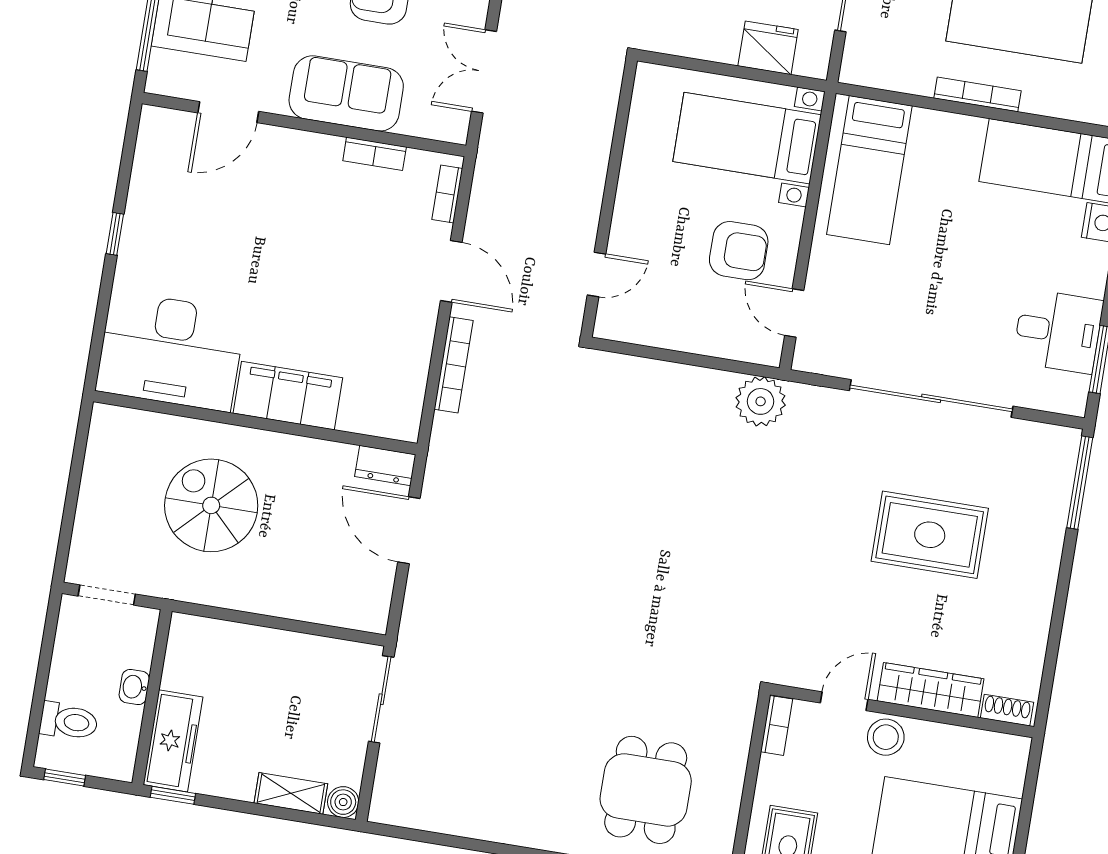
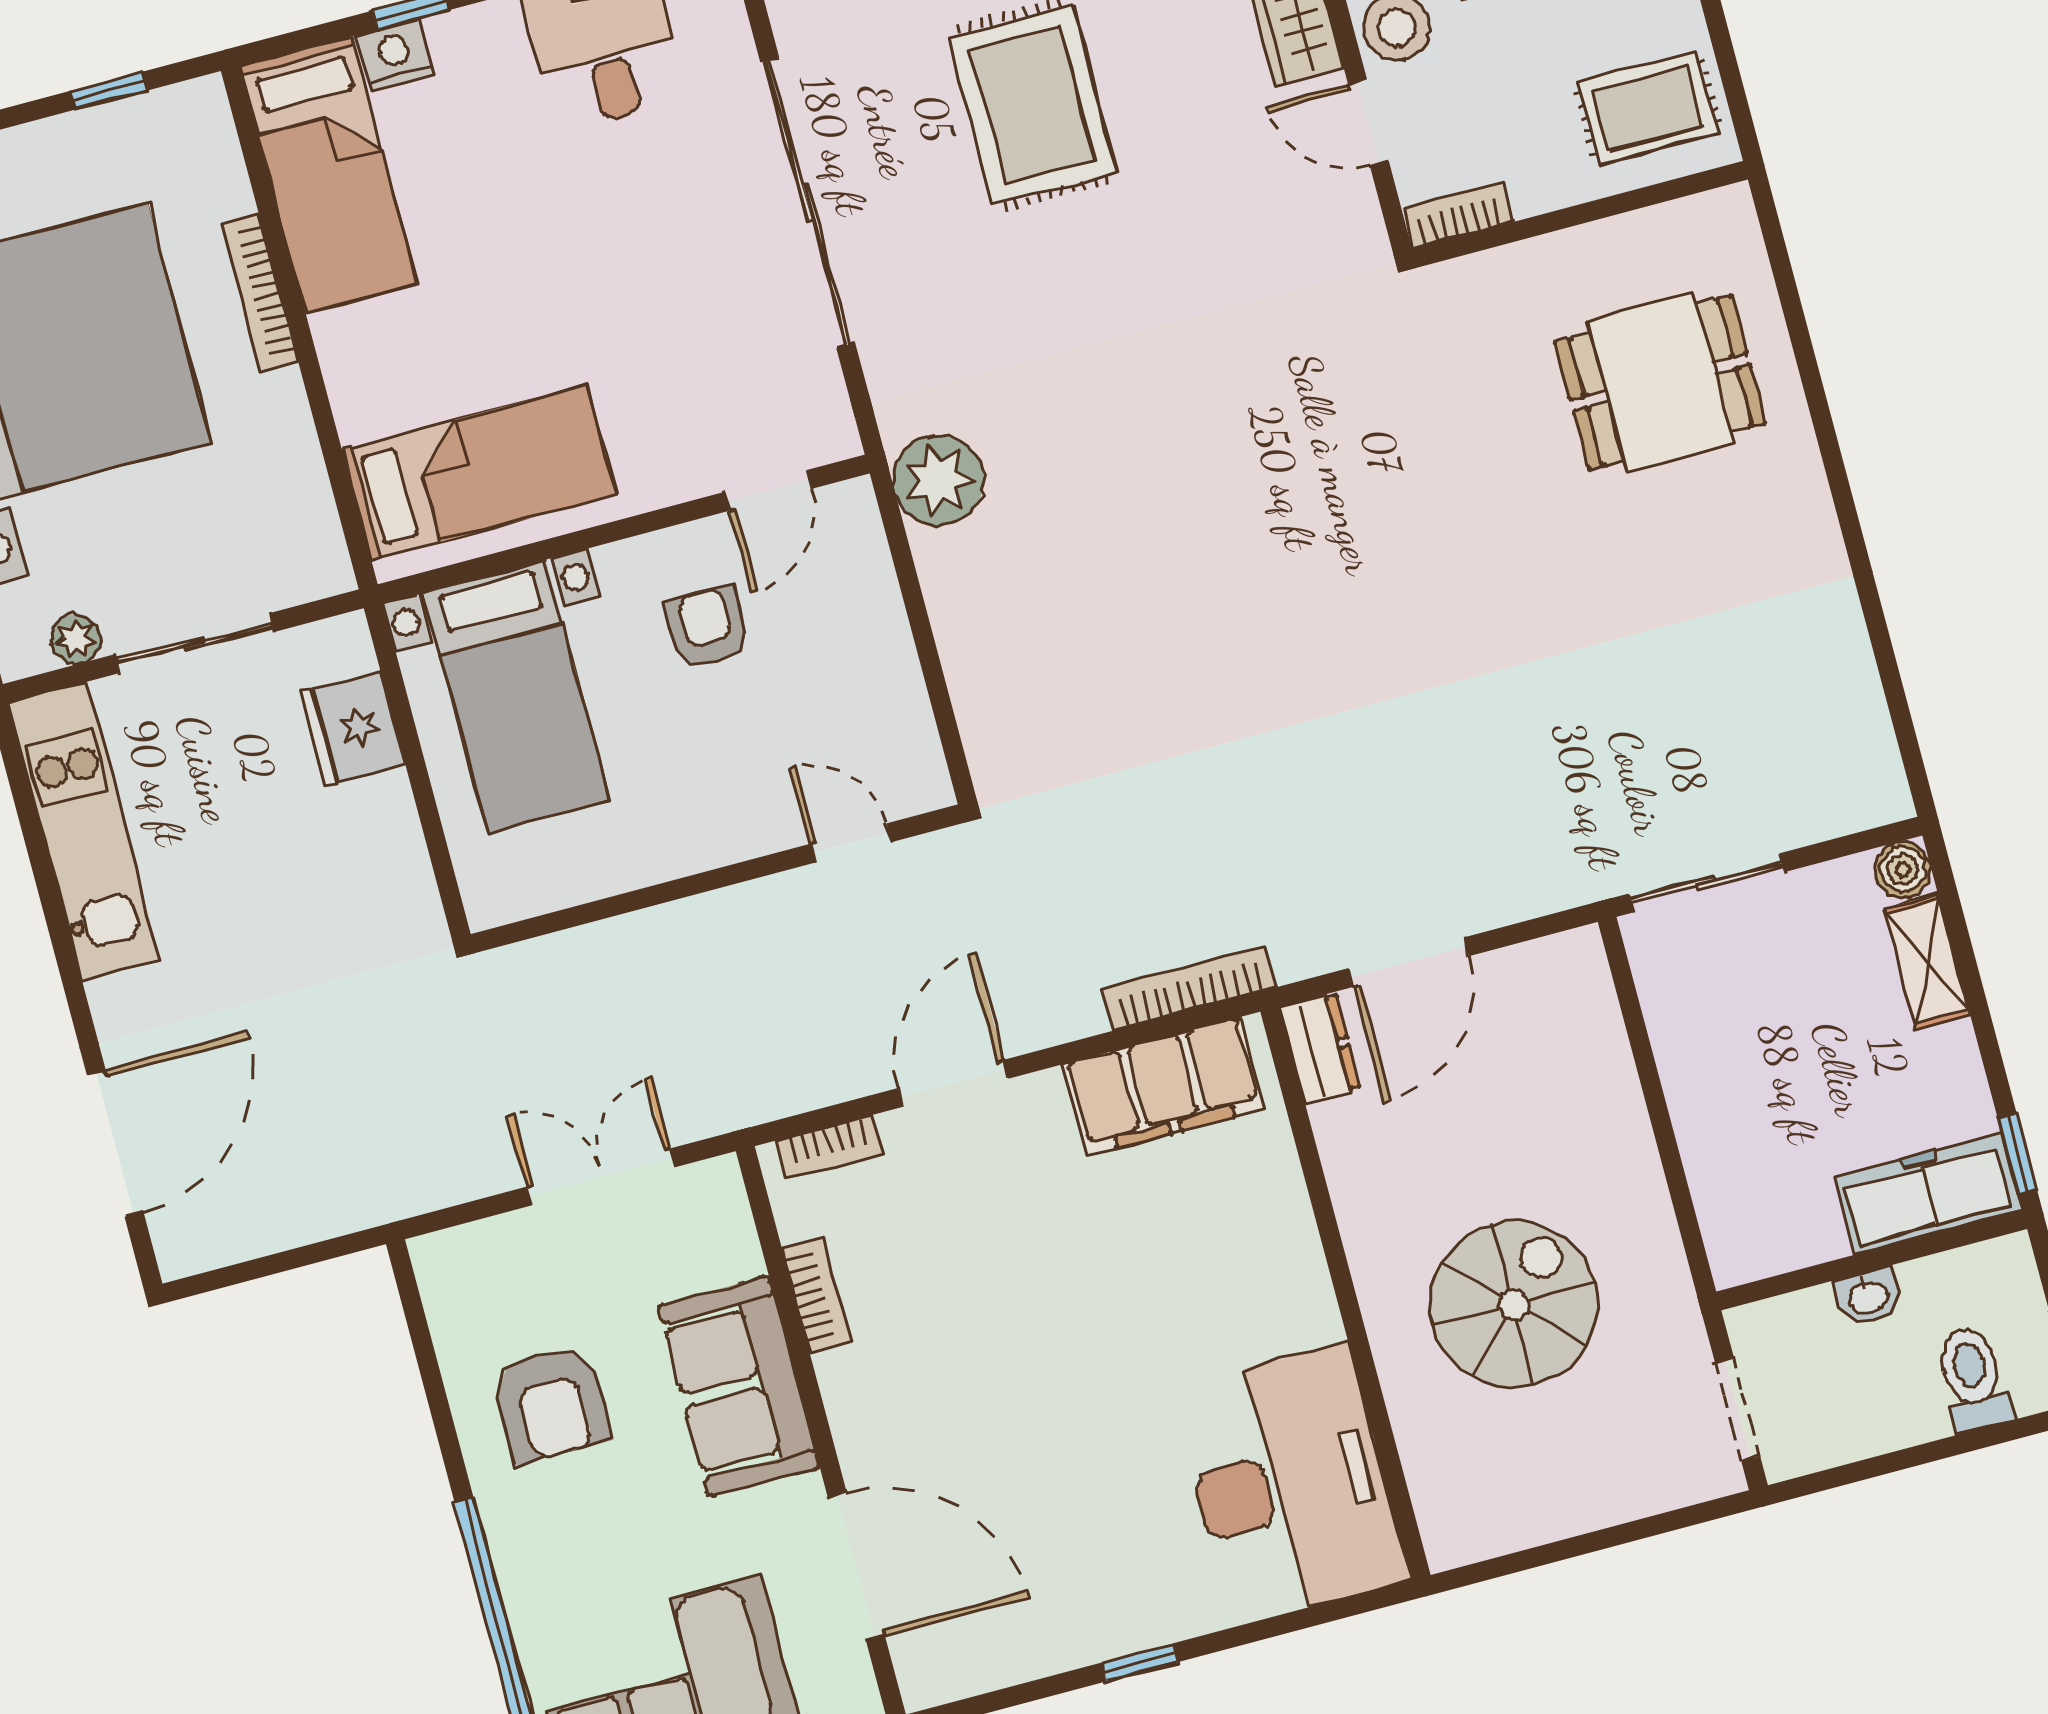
double door: (484, 71) -> (601, 1177), swing flipped
bookcase: (977, 94) -> (260, 293), moved
door: (228, 112) -> (856, 1566), width x1.36
armchair: (739, 251) -> (707, 627), width x0.72, depth x0.72
bookcase: (454, 365) -> (1189, 988), moved
filing cabinet: (288, 396) -> (1164, 1087), moved, turned -90
spiral stairs: (211, 505) -> (1514, 1304), turned 180

